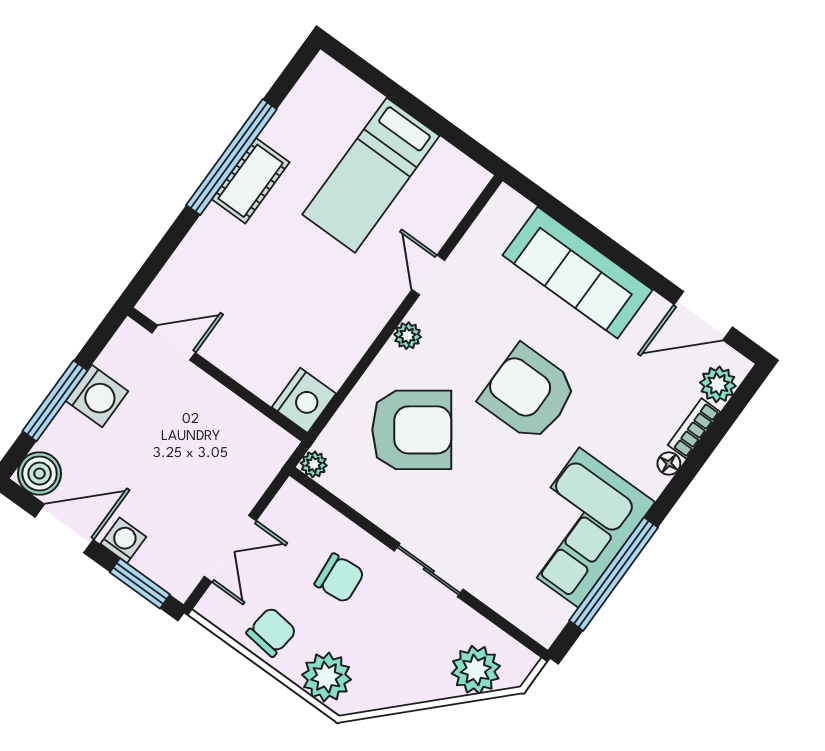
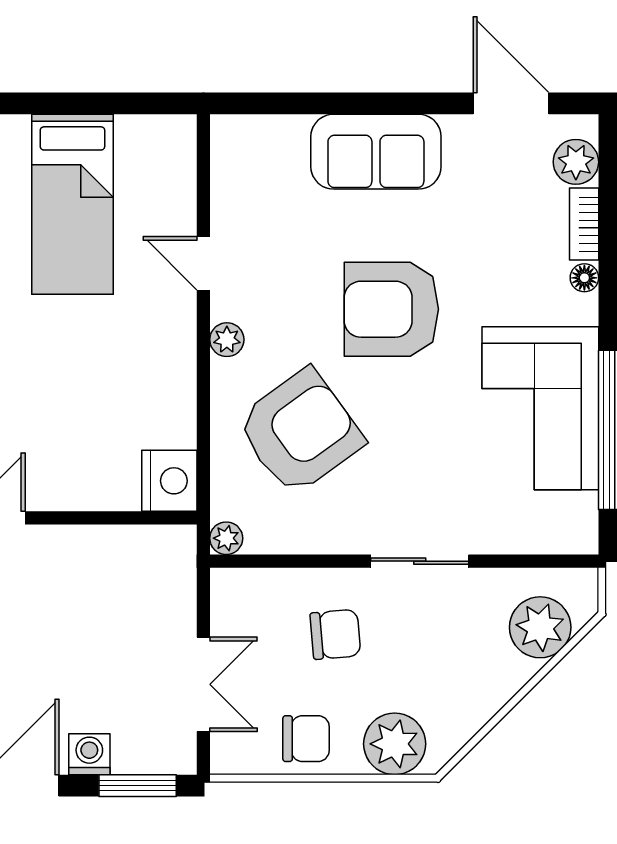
sofa: (578, 273) -> (376, 152), width x0.73
door: (703, 316) -> (511, 103), swing flipped
chair: (271, 632) -> (306, 739), turned 83

